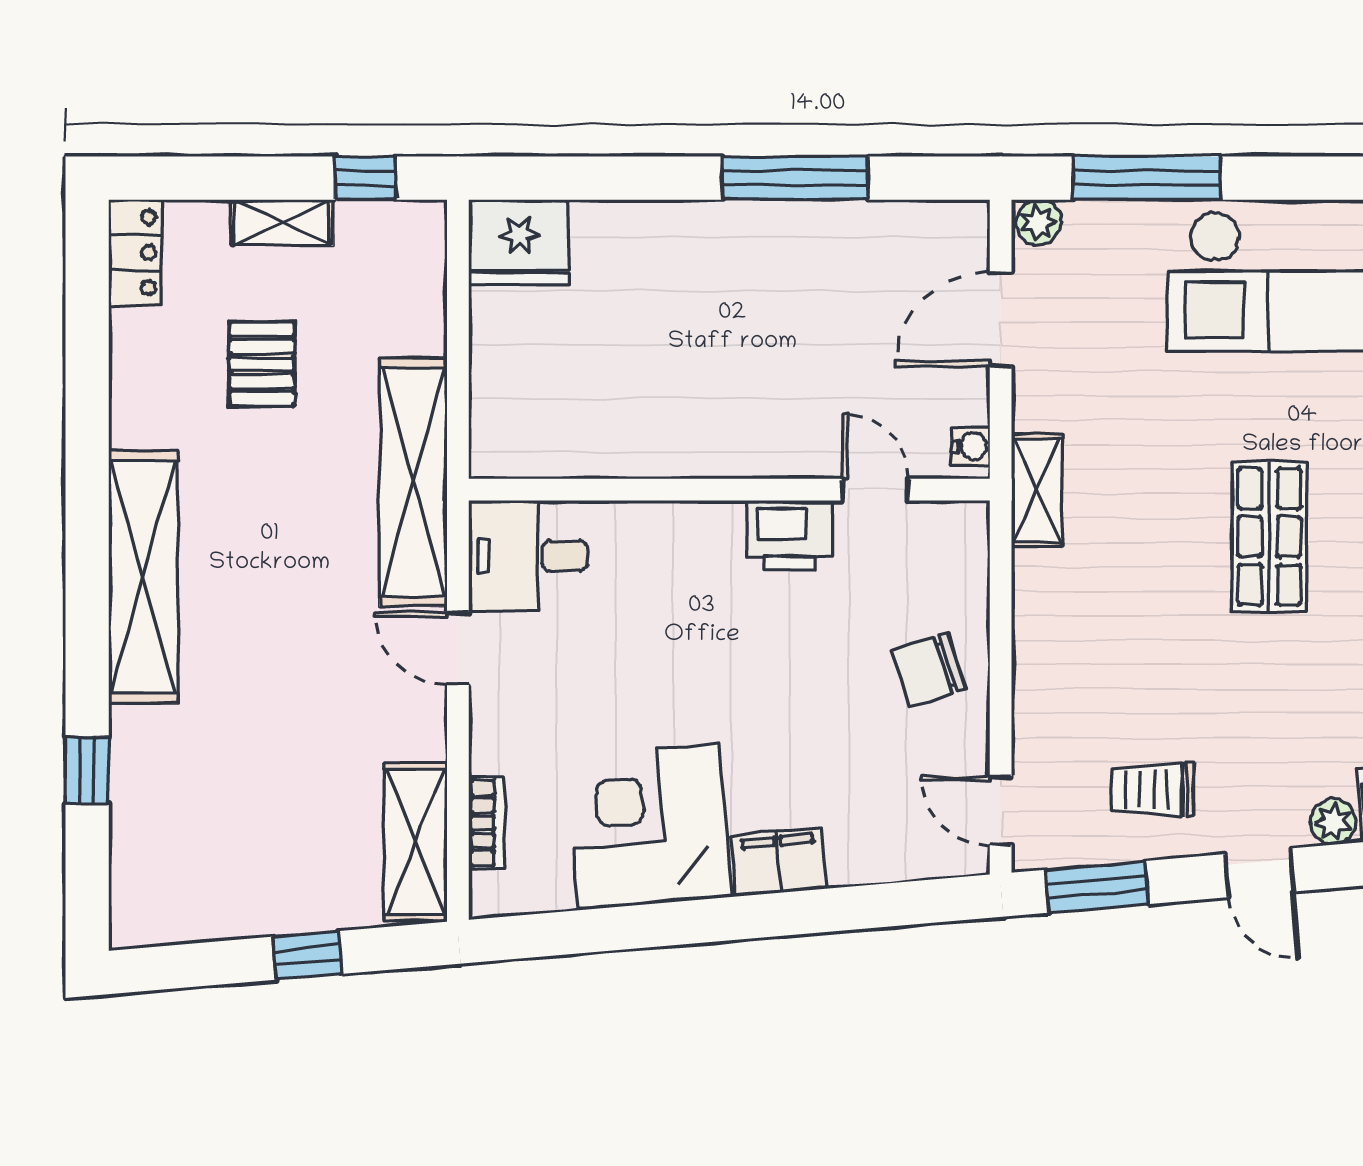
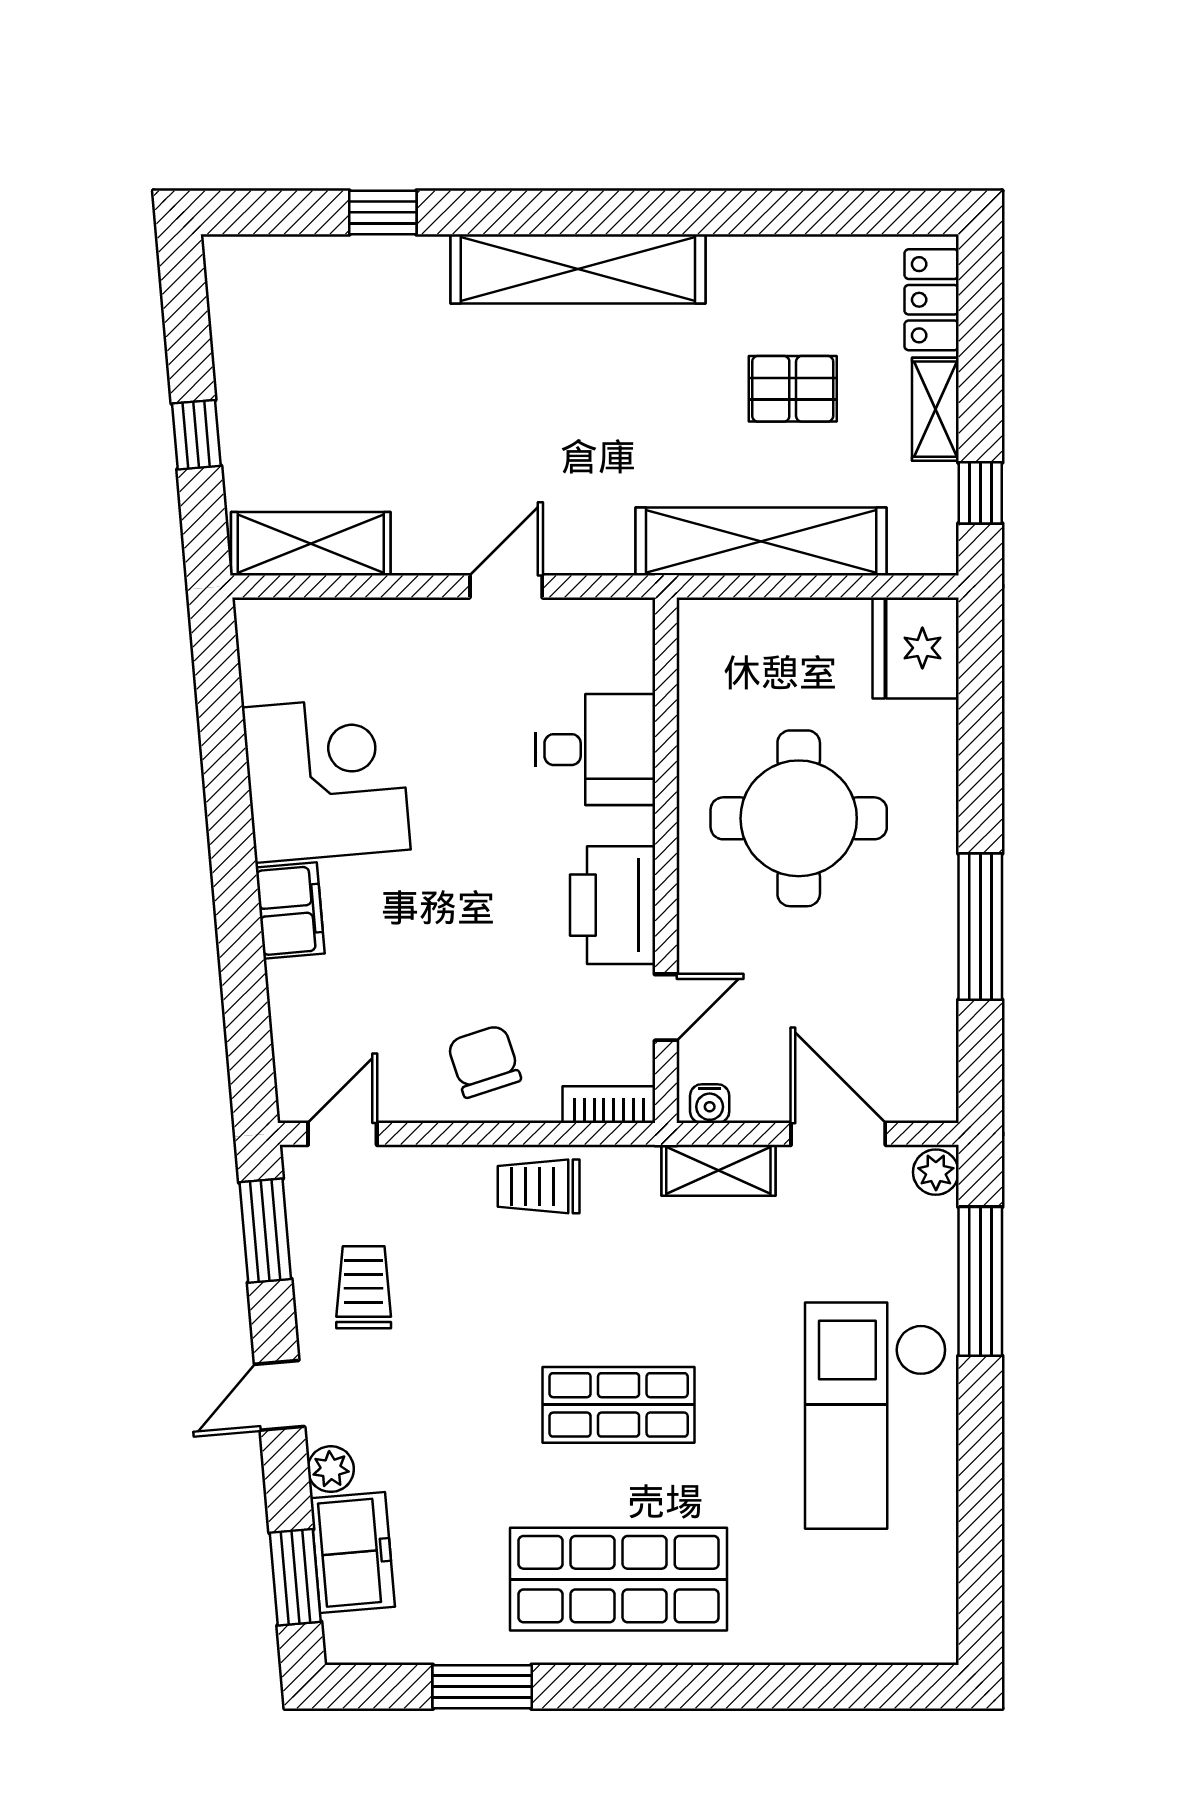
locker: (135, 253) -> (932, 300), moved, turned 90
round table: (688, 358) -> (799, 818), added
shelving: (413, 482) -> (761, 541), moved
shelving: (1037, 490) -> (718, 1170), moved
printer: (790, 536) -> (613, 905), width x1.37, depth x1.19
desk: (528, 556) -> (595, 750), moved, turned 90
trolley: (1053, 616) -> (539, 1186), added
bookcase: (487, 823) -> (609, 1105), moved, turned 180

